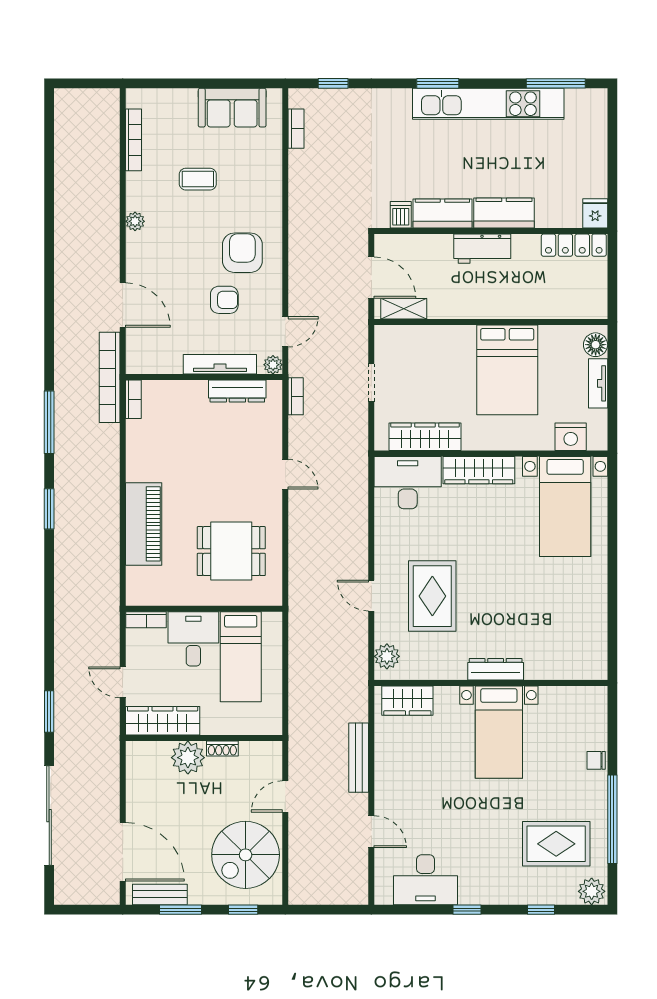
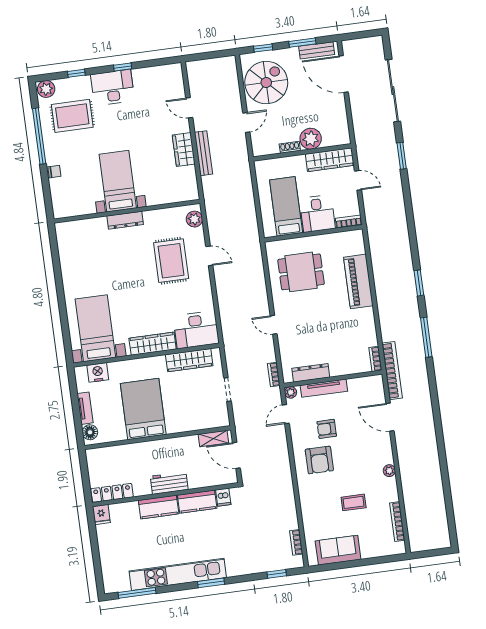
wardrobe: (407, 701) -> (184, 149), moved, turned -90
desk: (426, 880) -> (113, 87), moved

